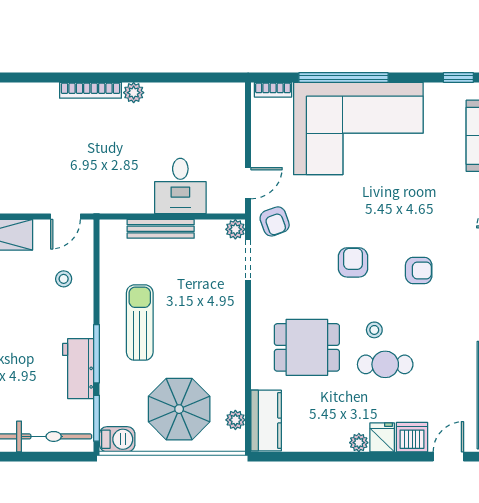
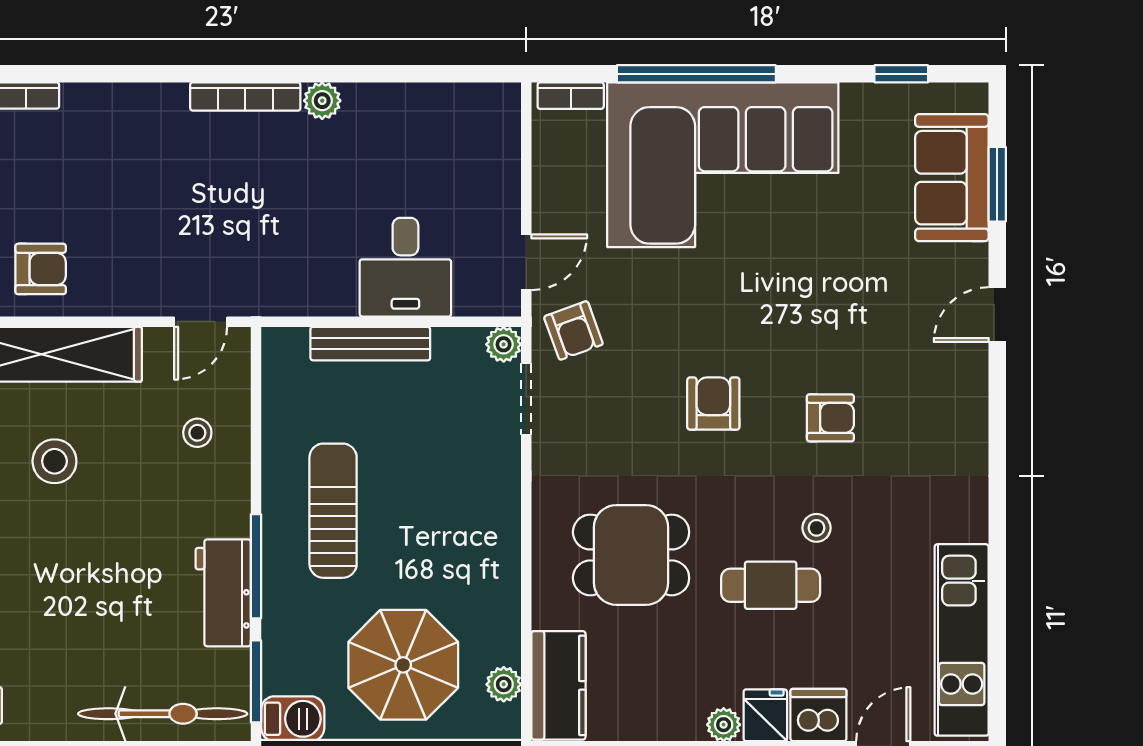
stool: (374, 330) -> (817, 528), moved

